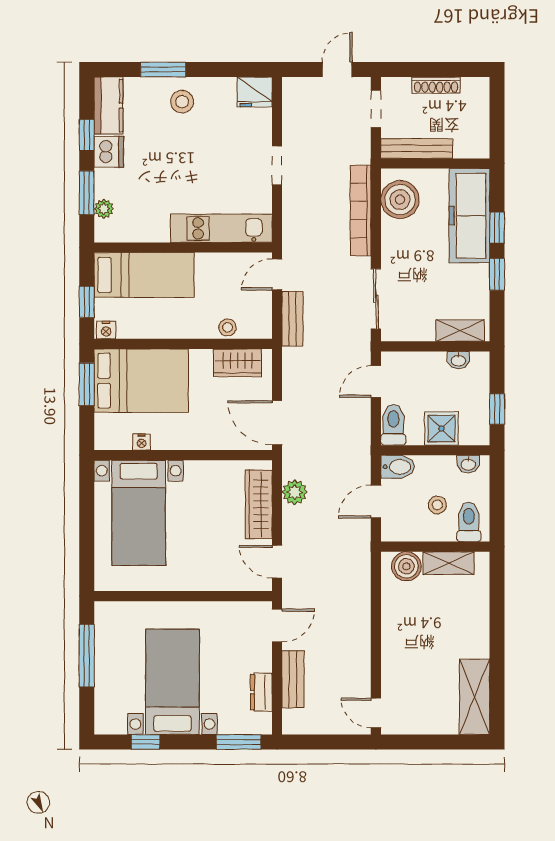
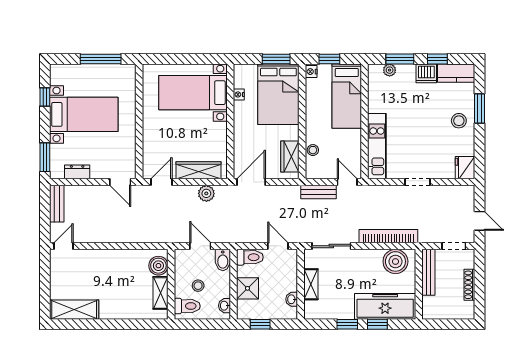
shelving: (460, 331) -> (311, 284), moved
bench: (293, 679) -> (57, 204), moved, turned 90

